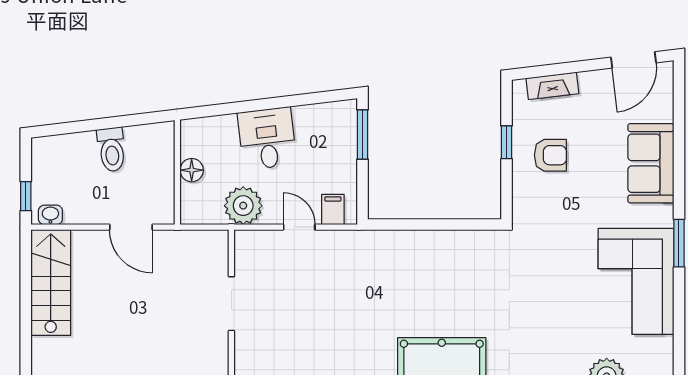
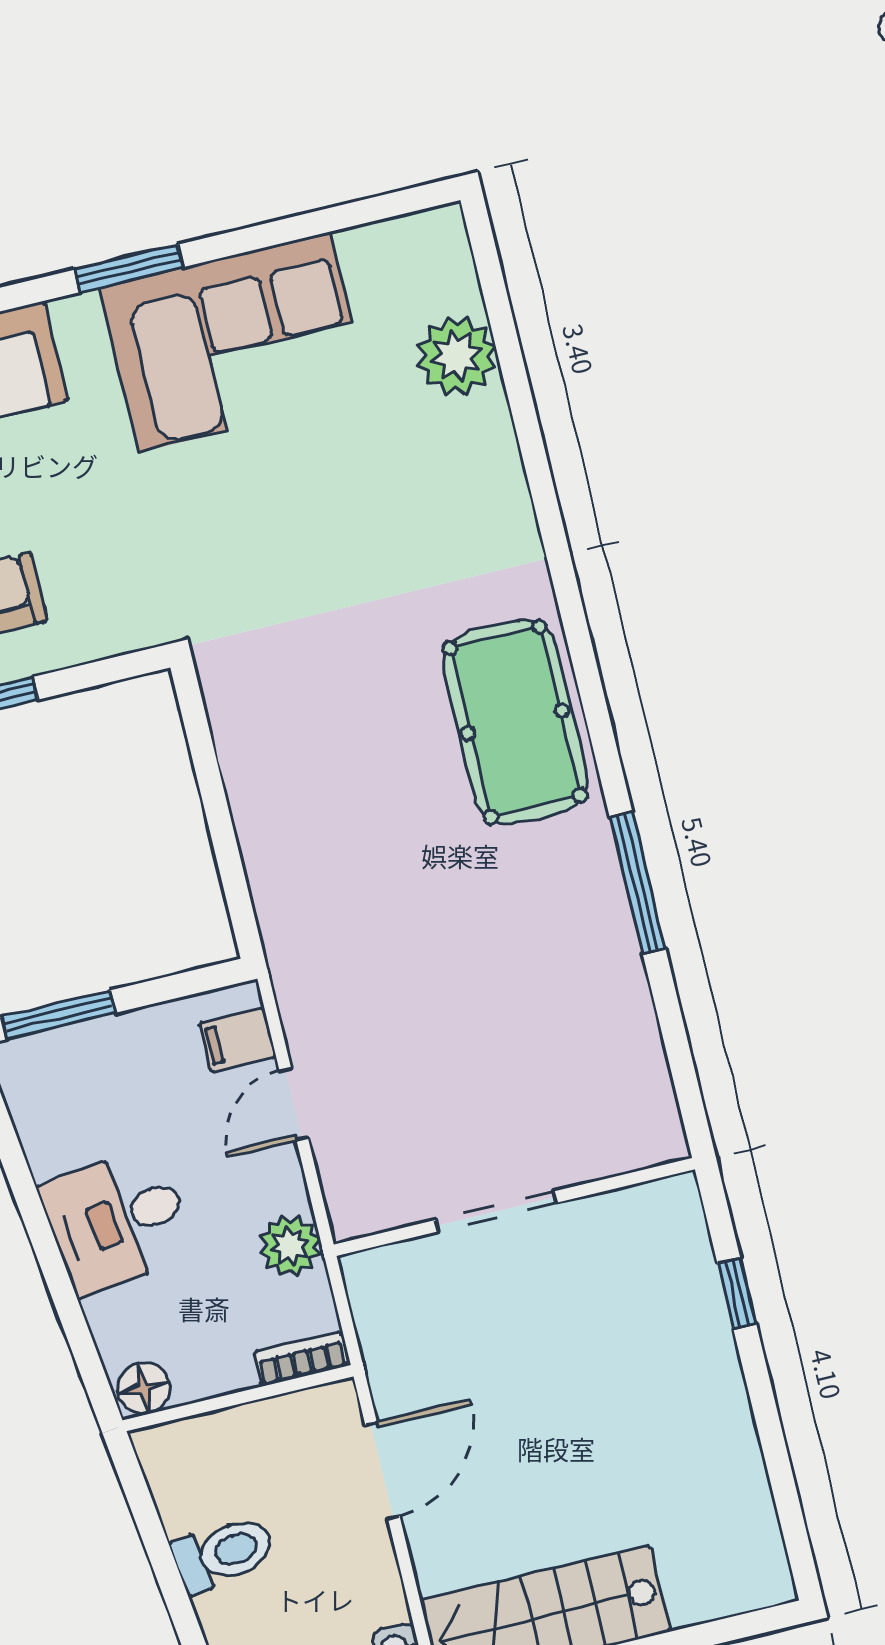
floor lamp: (192, 170) -> (144, 1388), moved
bookcase: (188, 204) -> (301, 1359), added
plant: (243, 206) -> (290, 1246), width x0.73, depth x0.73

